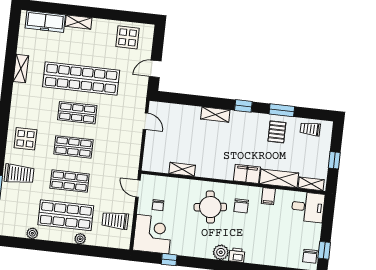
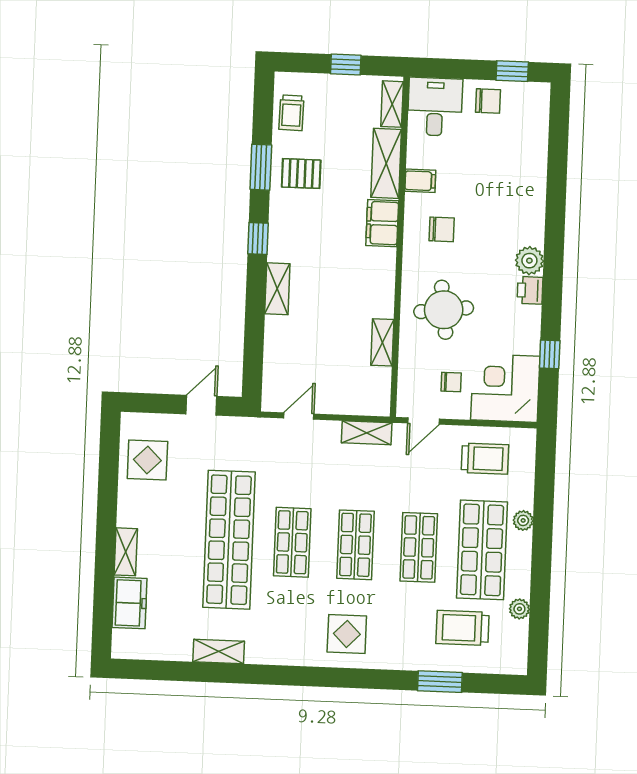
freezer: (45, 22) -> (130, 603), width x0.71
door: (155, 69) -> (201, 405), swing flipped
shelving: (134, 157) -> (367, 433), added
trolley: (19, 174) -> (463, 628), moved, turned -90
round table: (210, 207) -> (444, 310), moved
trolley: (115, 220) -> (485, 459), turned -90
printer: (237, 255) -> (530, 290), moved
chair: (310, 256) -> (488, 101), moved

